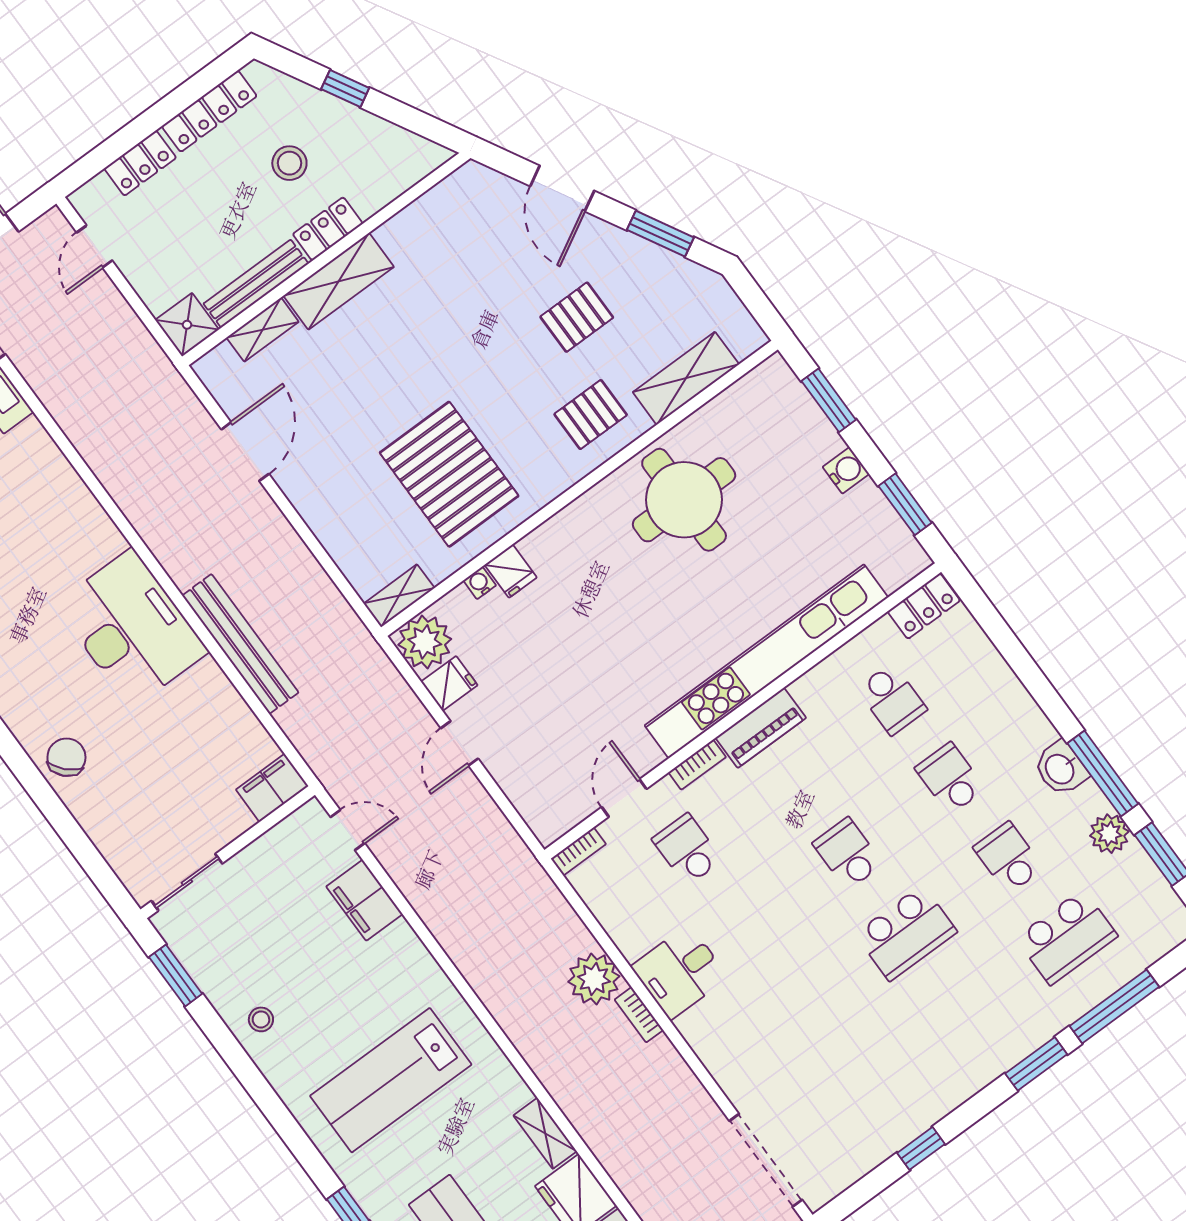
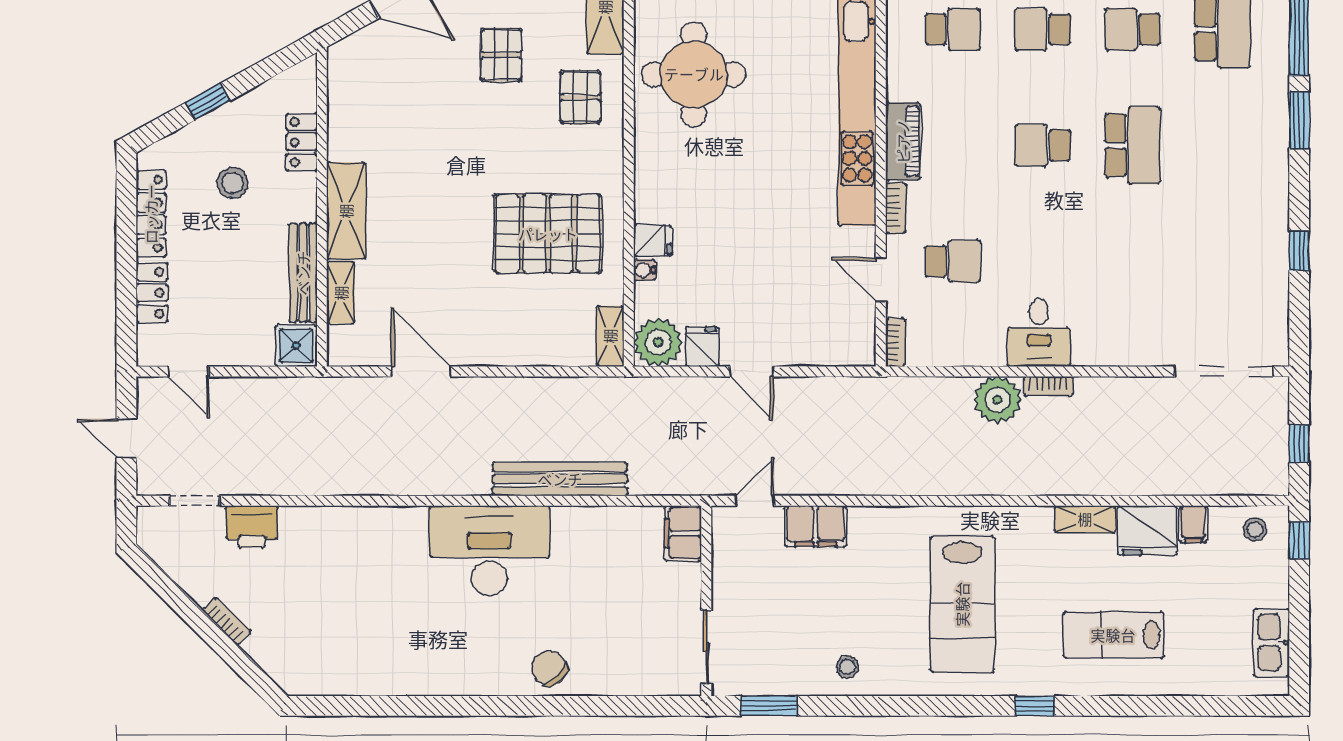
locker: (328, 229) -> (302, 142), moved
school desk: (687, 850) -> (953, 261), turned 180

